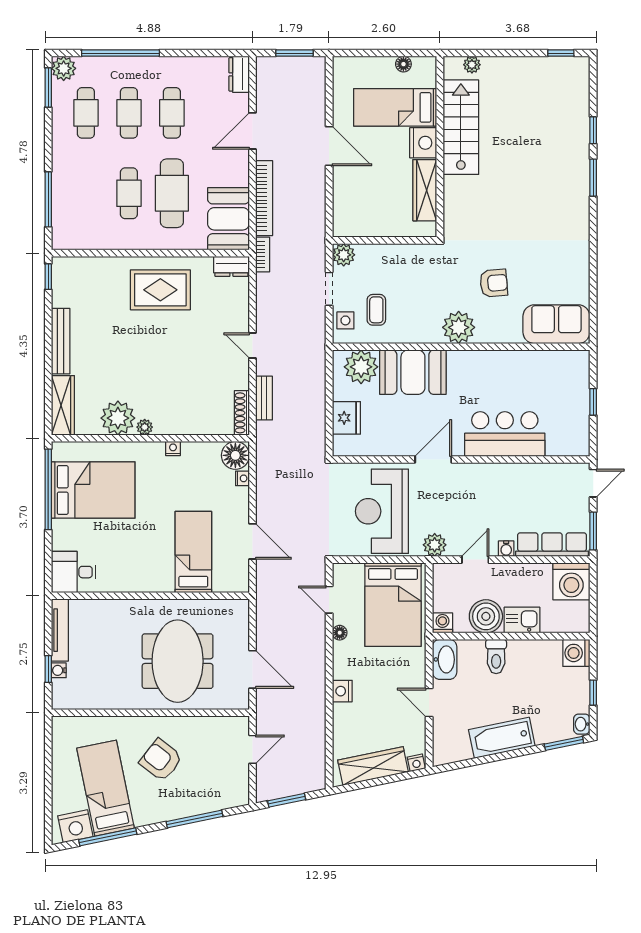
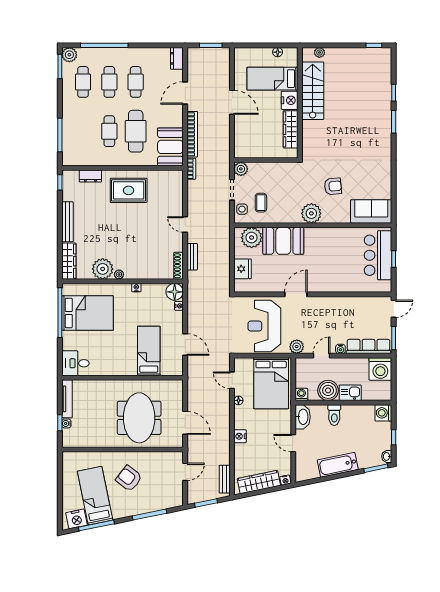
dresser: (231, 266) -> (90, 176), moved
bar counter: (505, 434) -> (378, 255), moved, turned -90
bench: (317, 761) -> (225, 479), added

